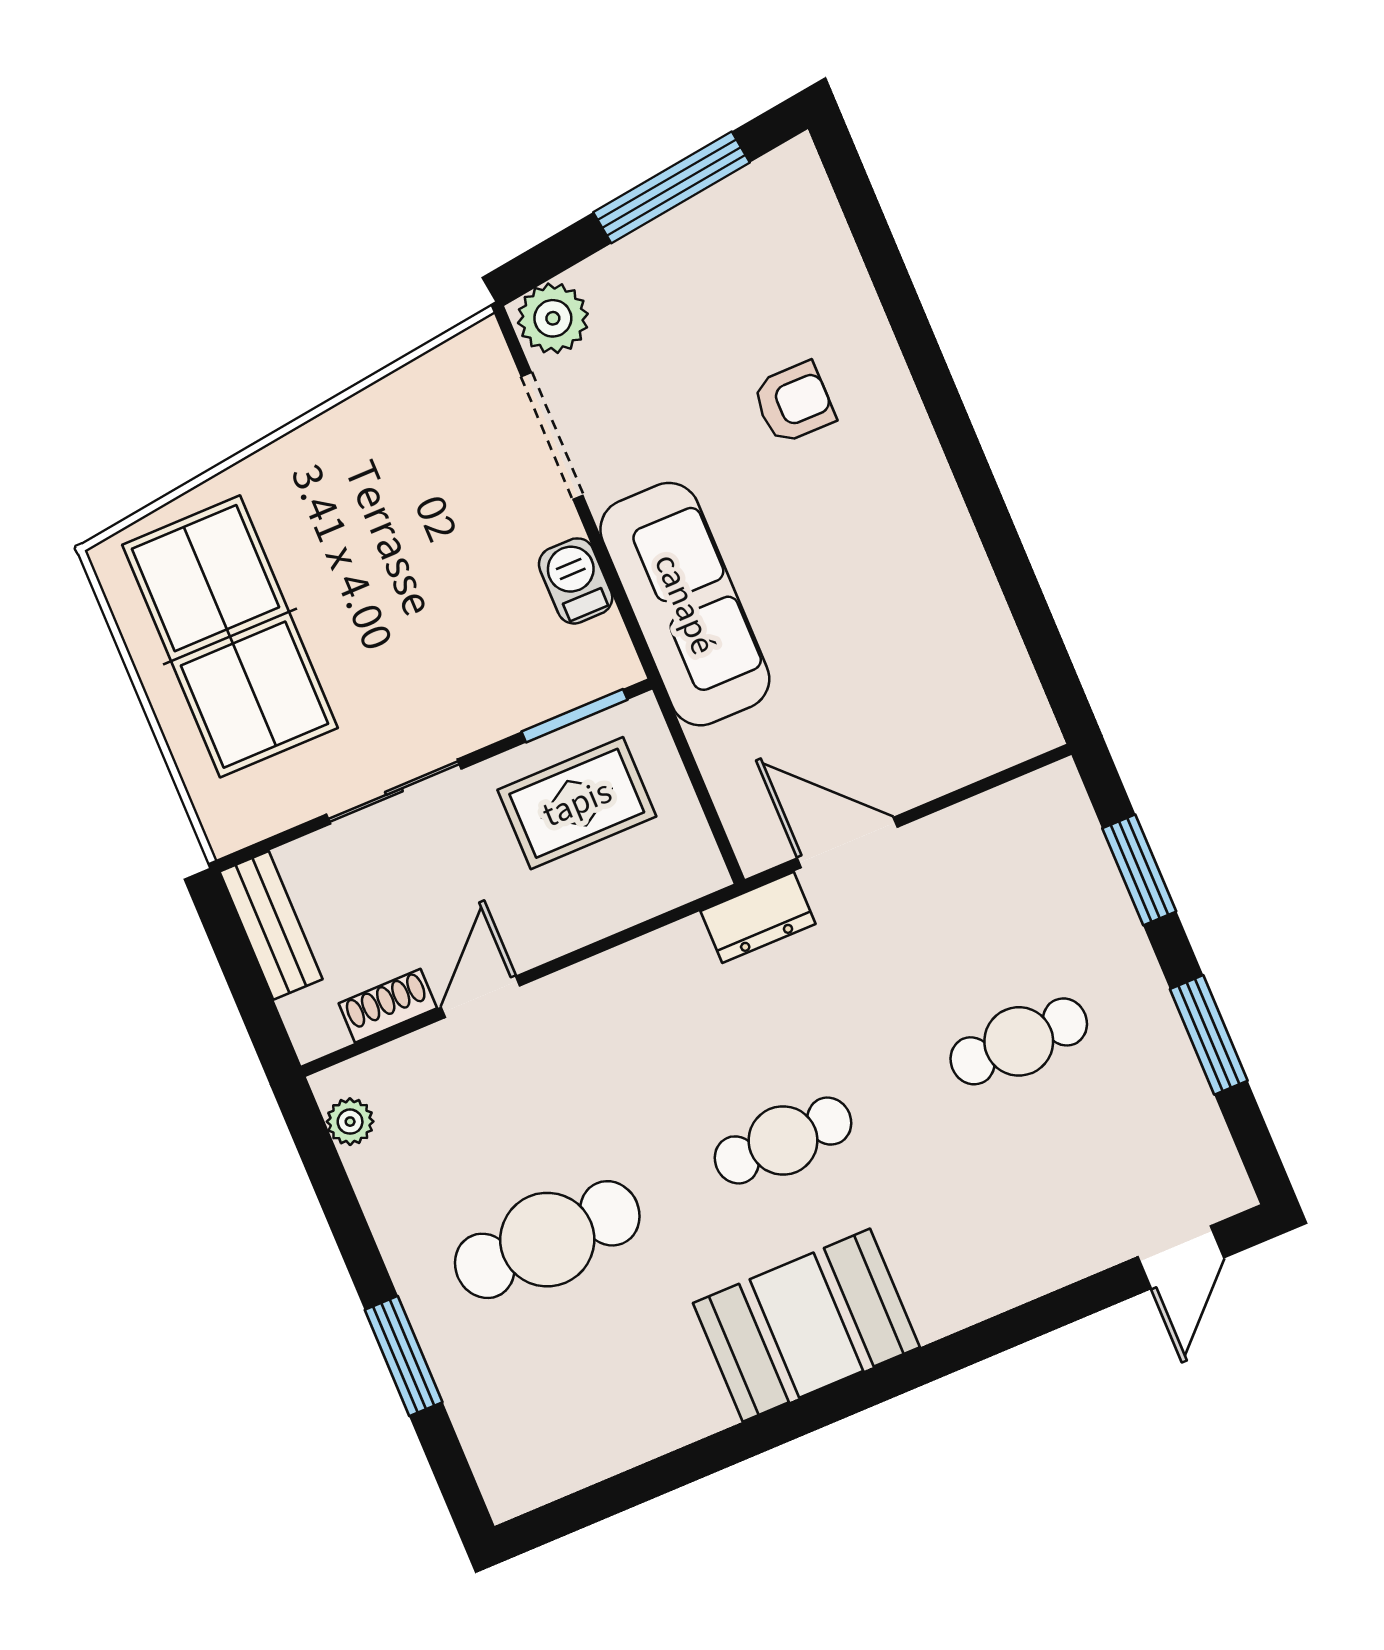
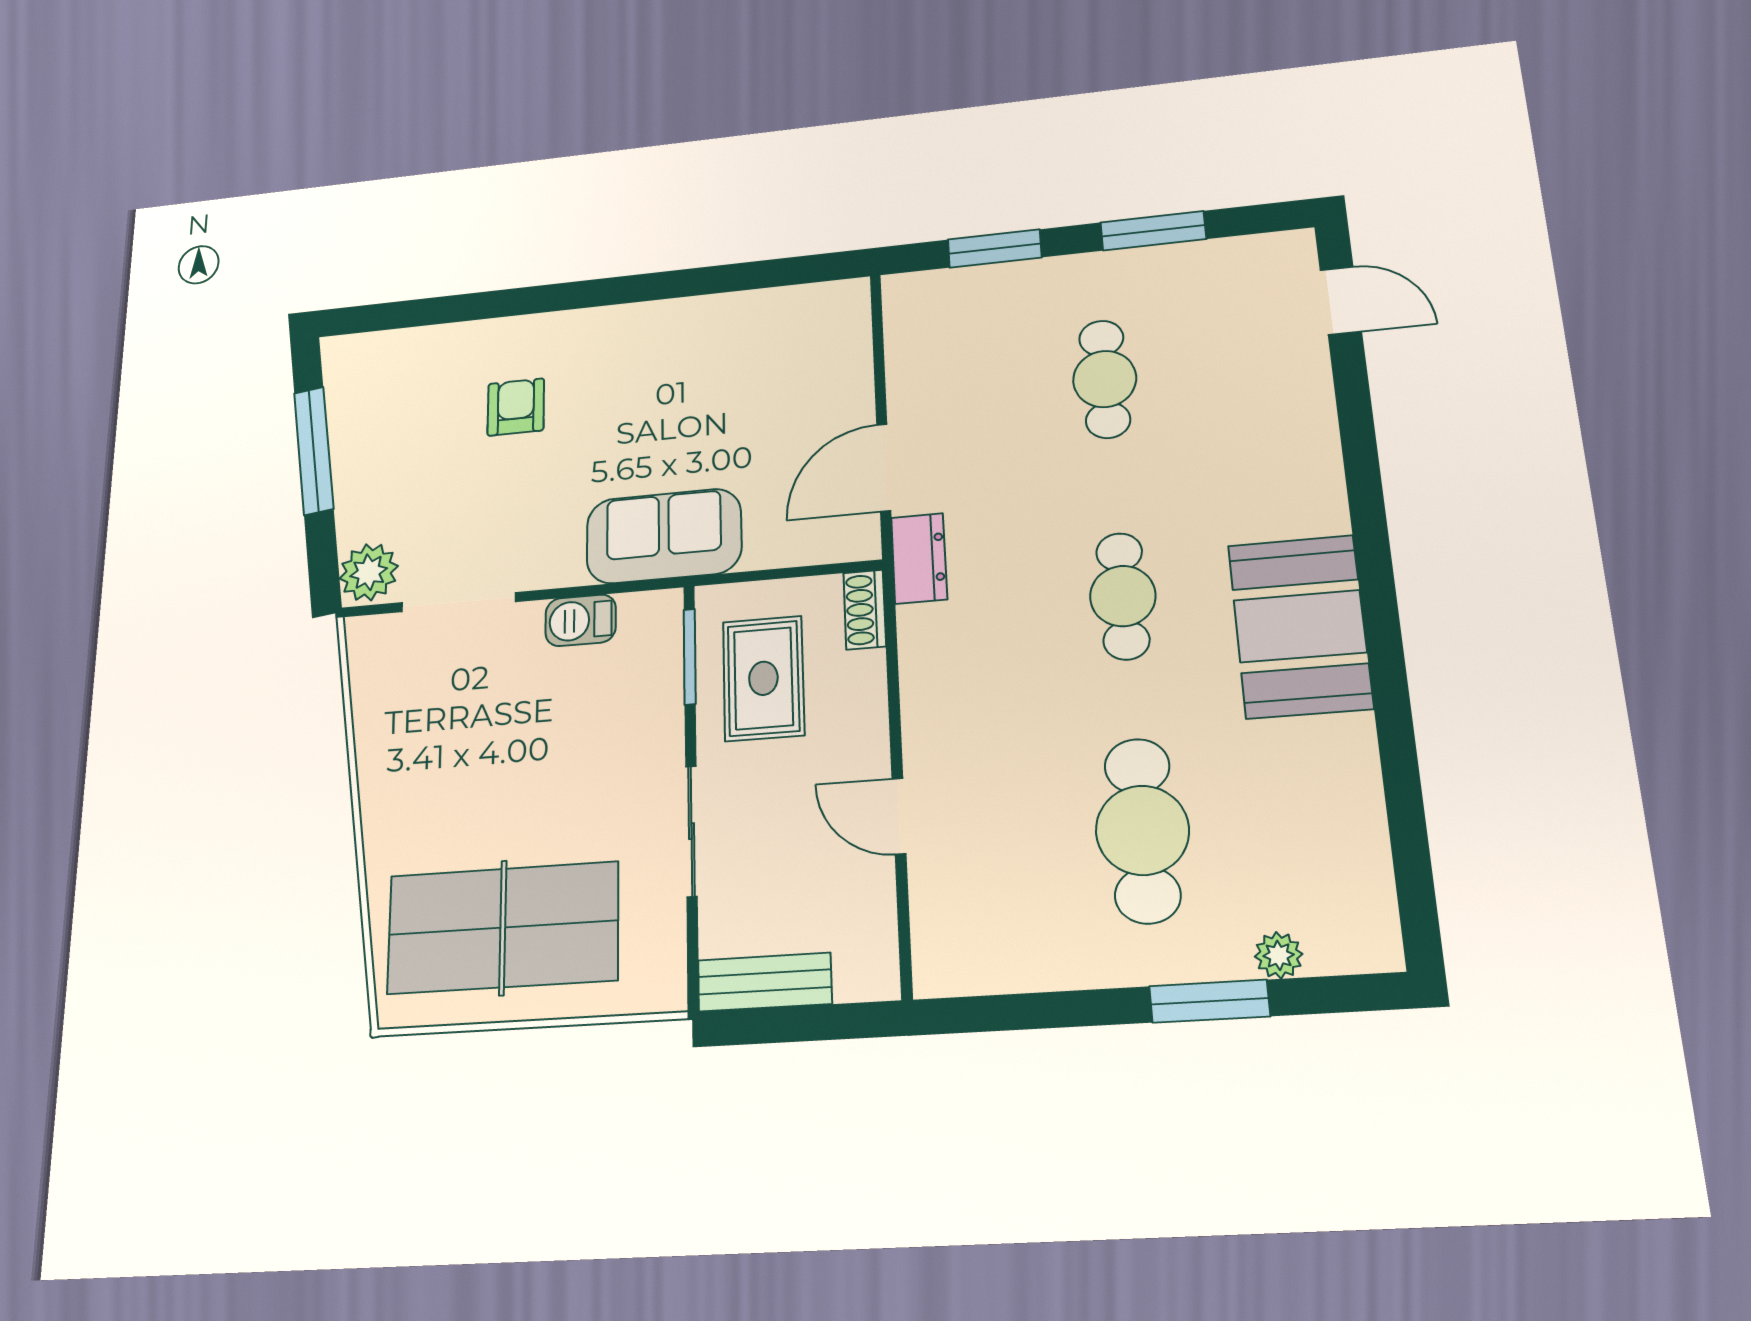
sofa: (685, 604) -> (664, 536), width x0.73
shoe rack: (388, 1006) -> (865, 610), moved
plant: (350, 1122) -> (1279, 955), moved

